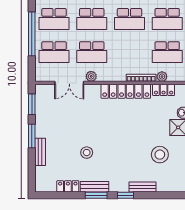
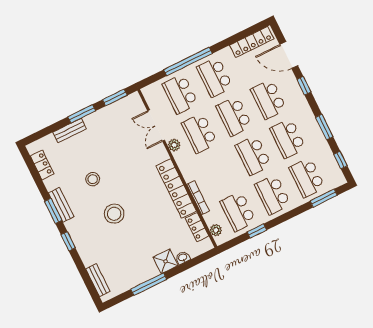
plant: (162, 77) -> (216, 230), moved
stool: (160, 155) -> (114, 214), moved
locker: (68, 186) -> (42, 165), moved
bench: (142, 187) -> (98, 280), moved

